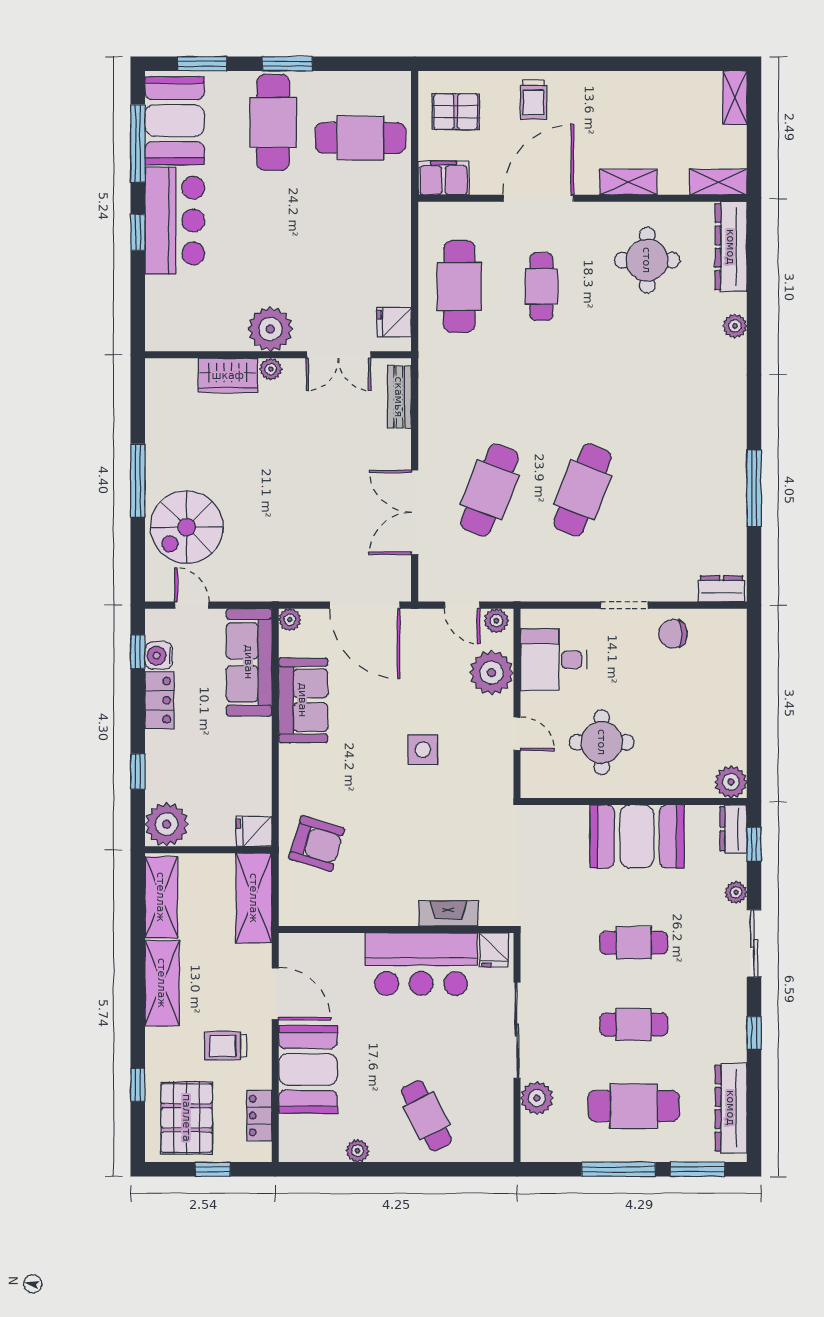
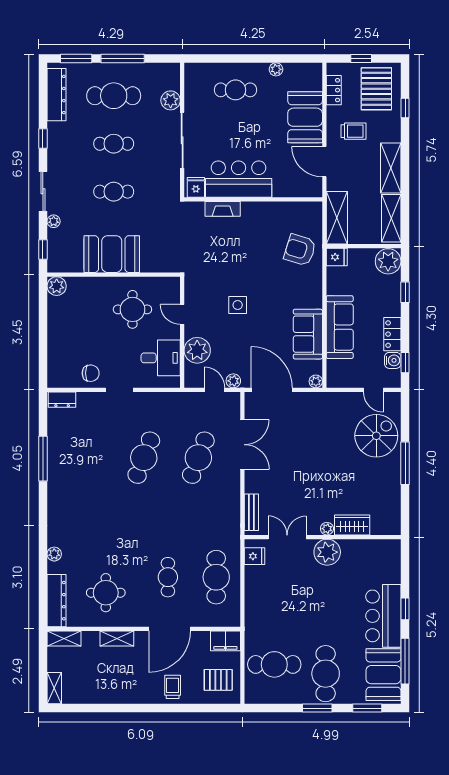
plant: (496, 621) -> (233, 381), moved
sofa: (249, 662) -> (340, 327), moved
dresser: (733, 829) -> (55, 259), removed
cafe table: (426, 1116) -> (235, 90), turned -63

